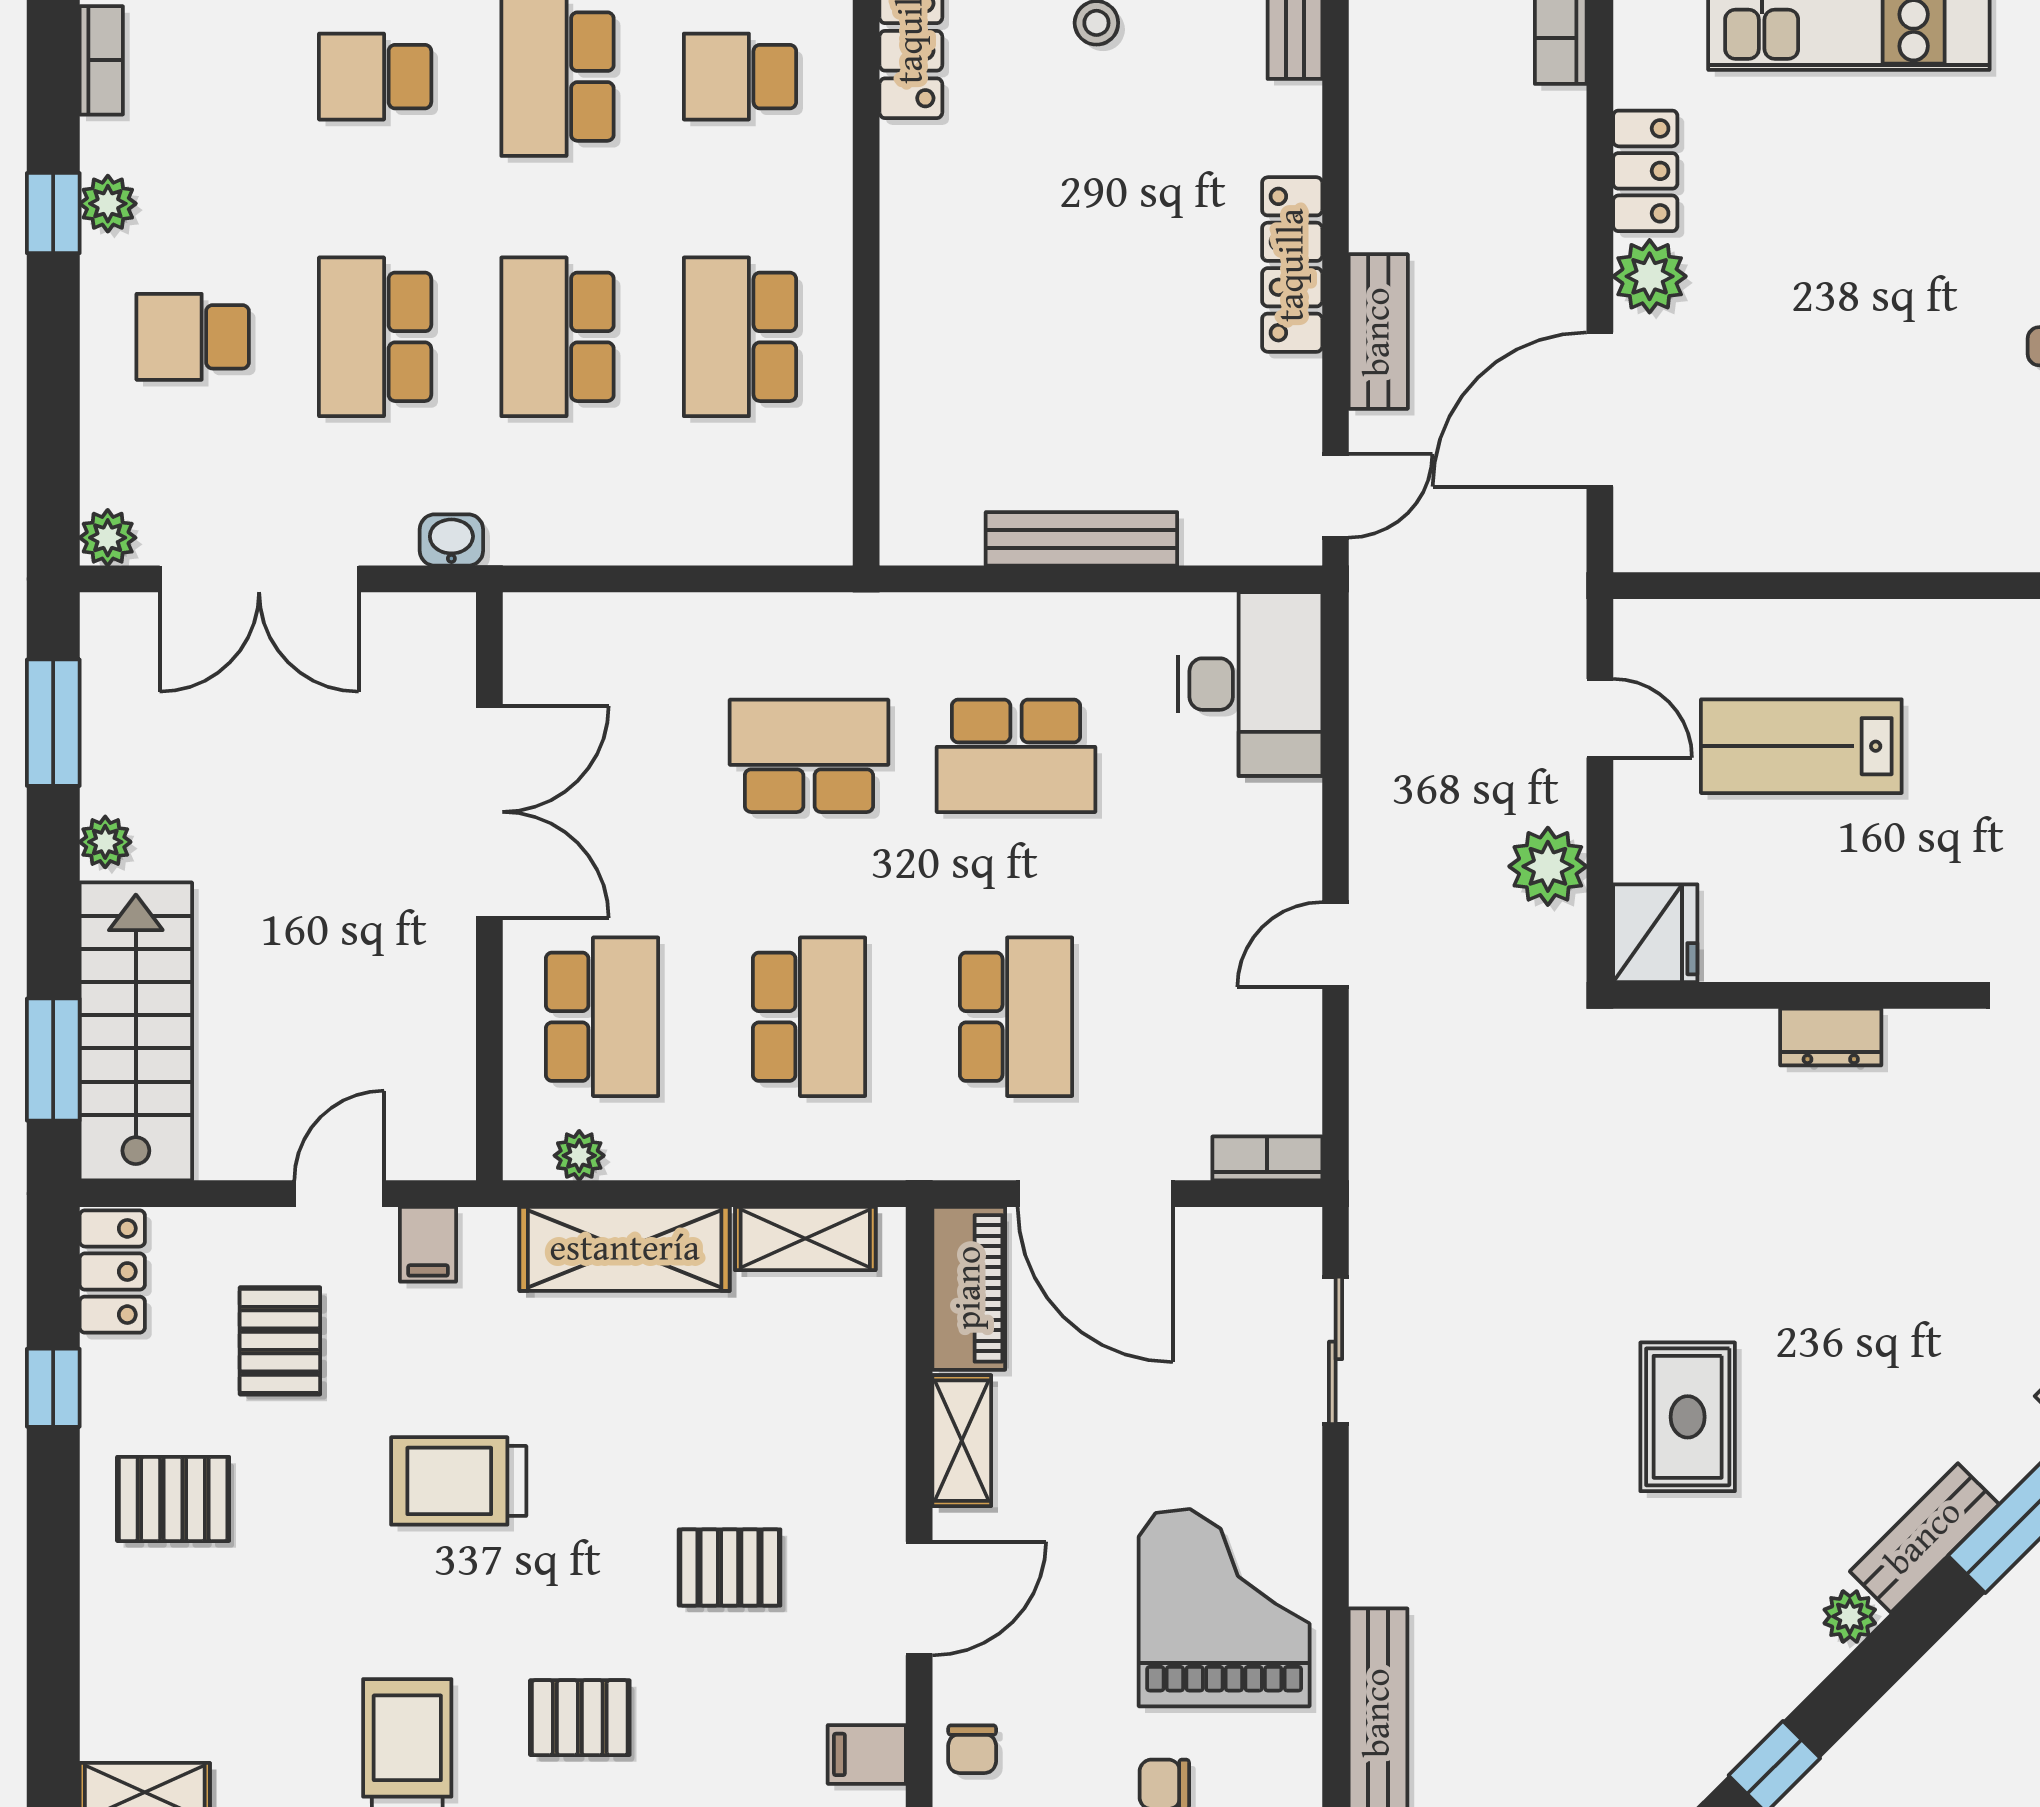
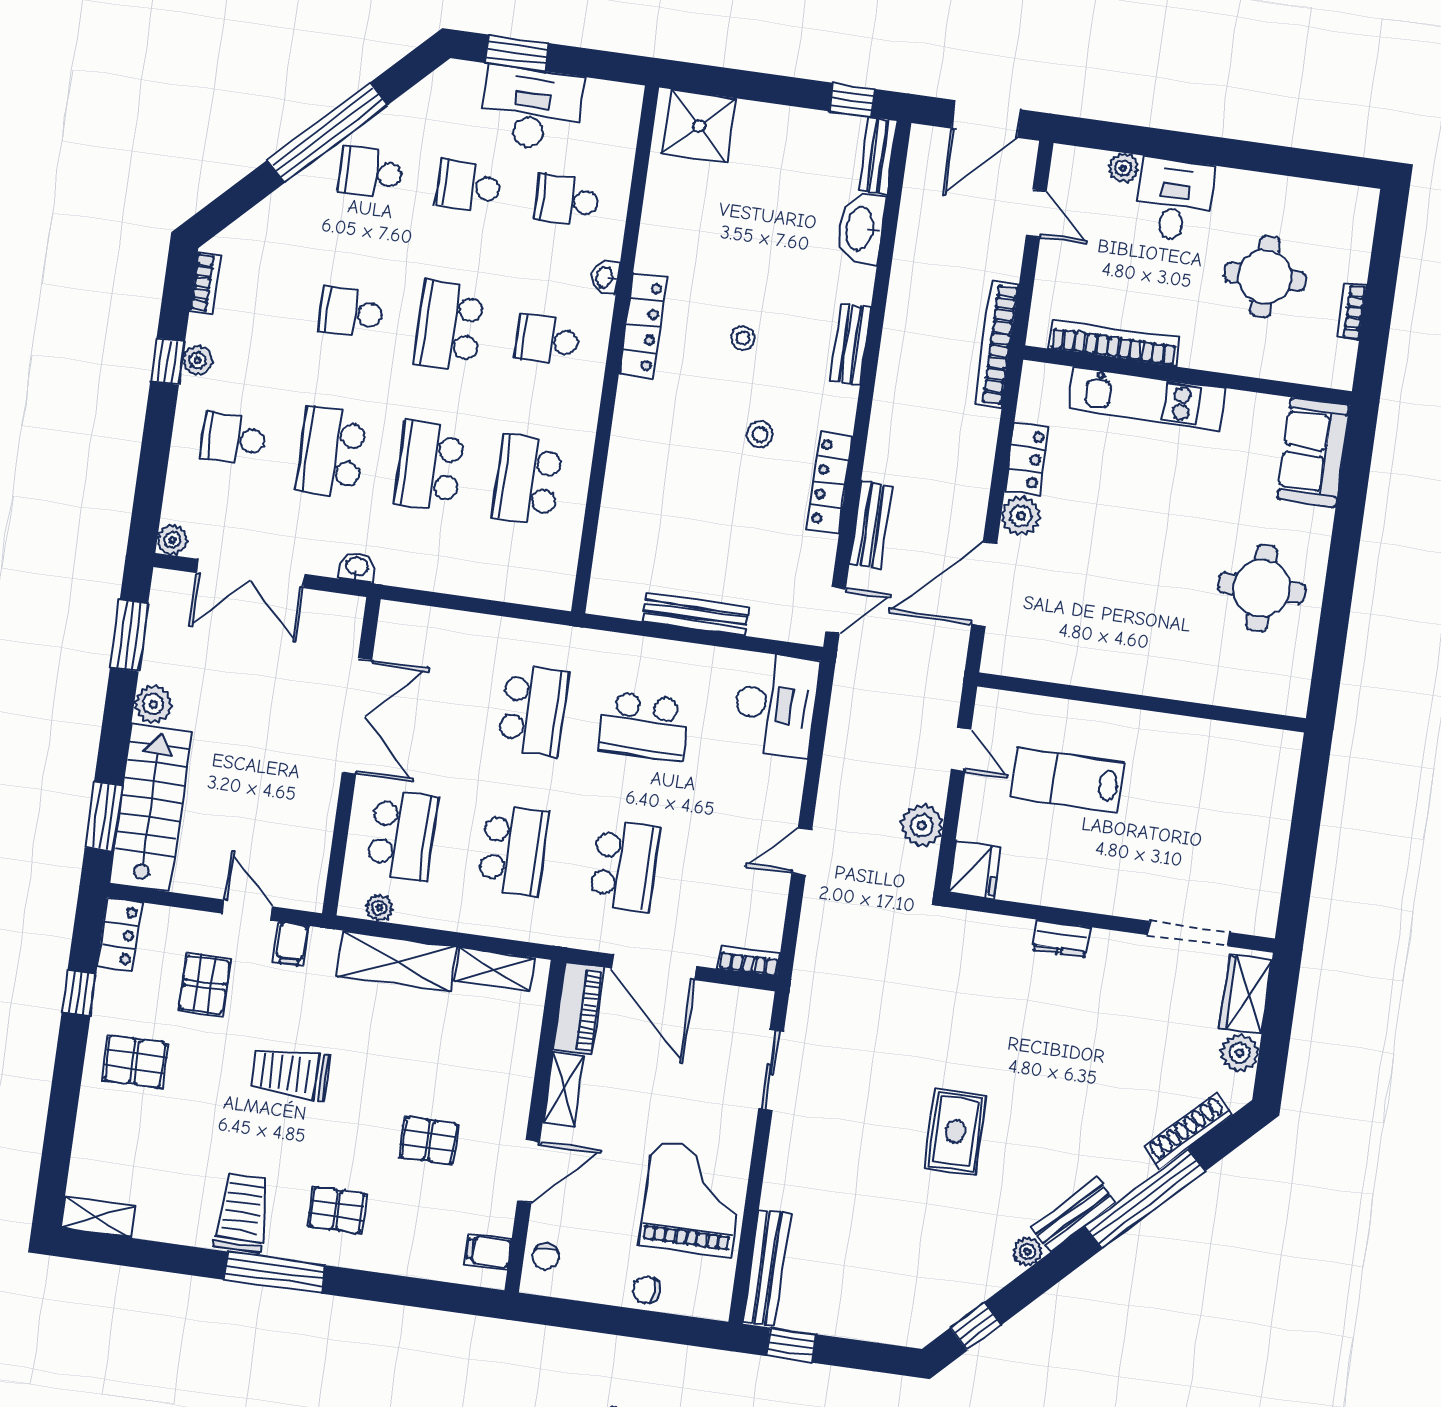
stool: (1152, 195) -> (760, 435), added
school desk: (809, 756) -> (533, 710), turned 90
plant: (105, 842) -> (153, 704), width x1.38, depth x1.38
door: (339, 1194) -> (247, 910), hinge flipped

